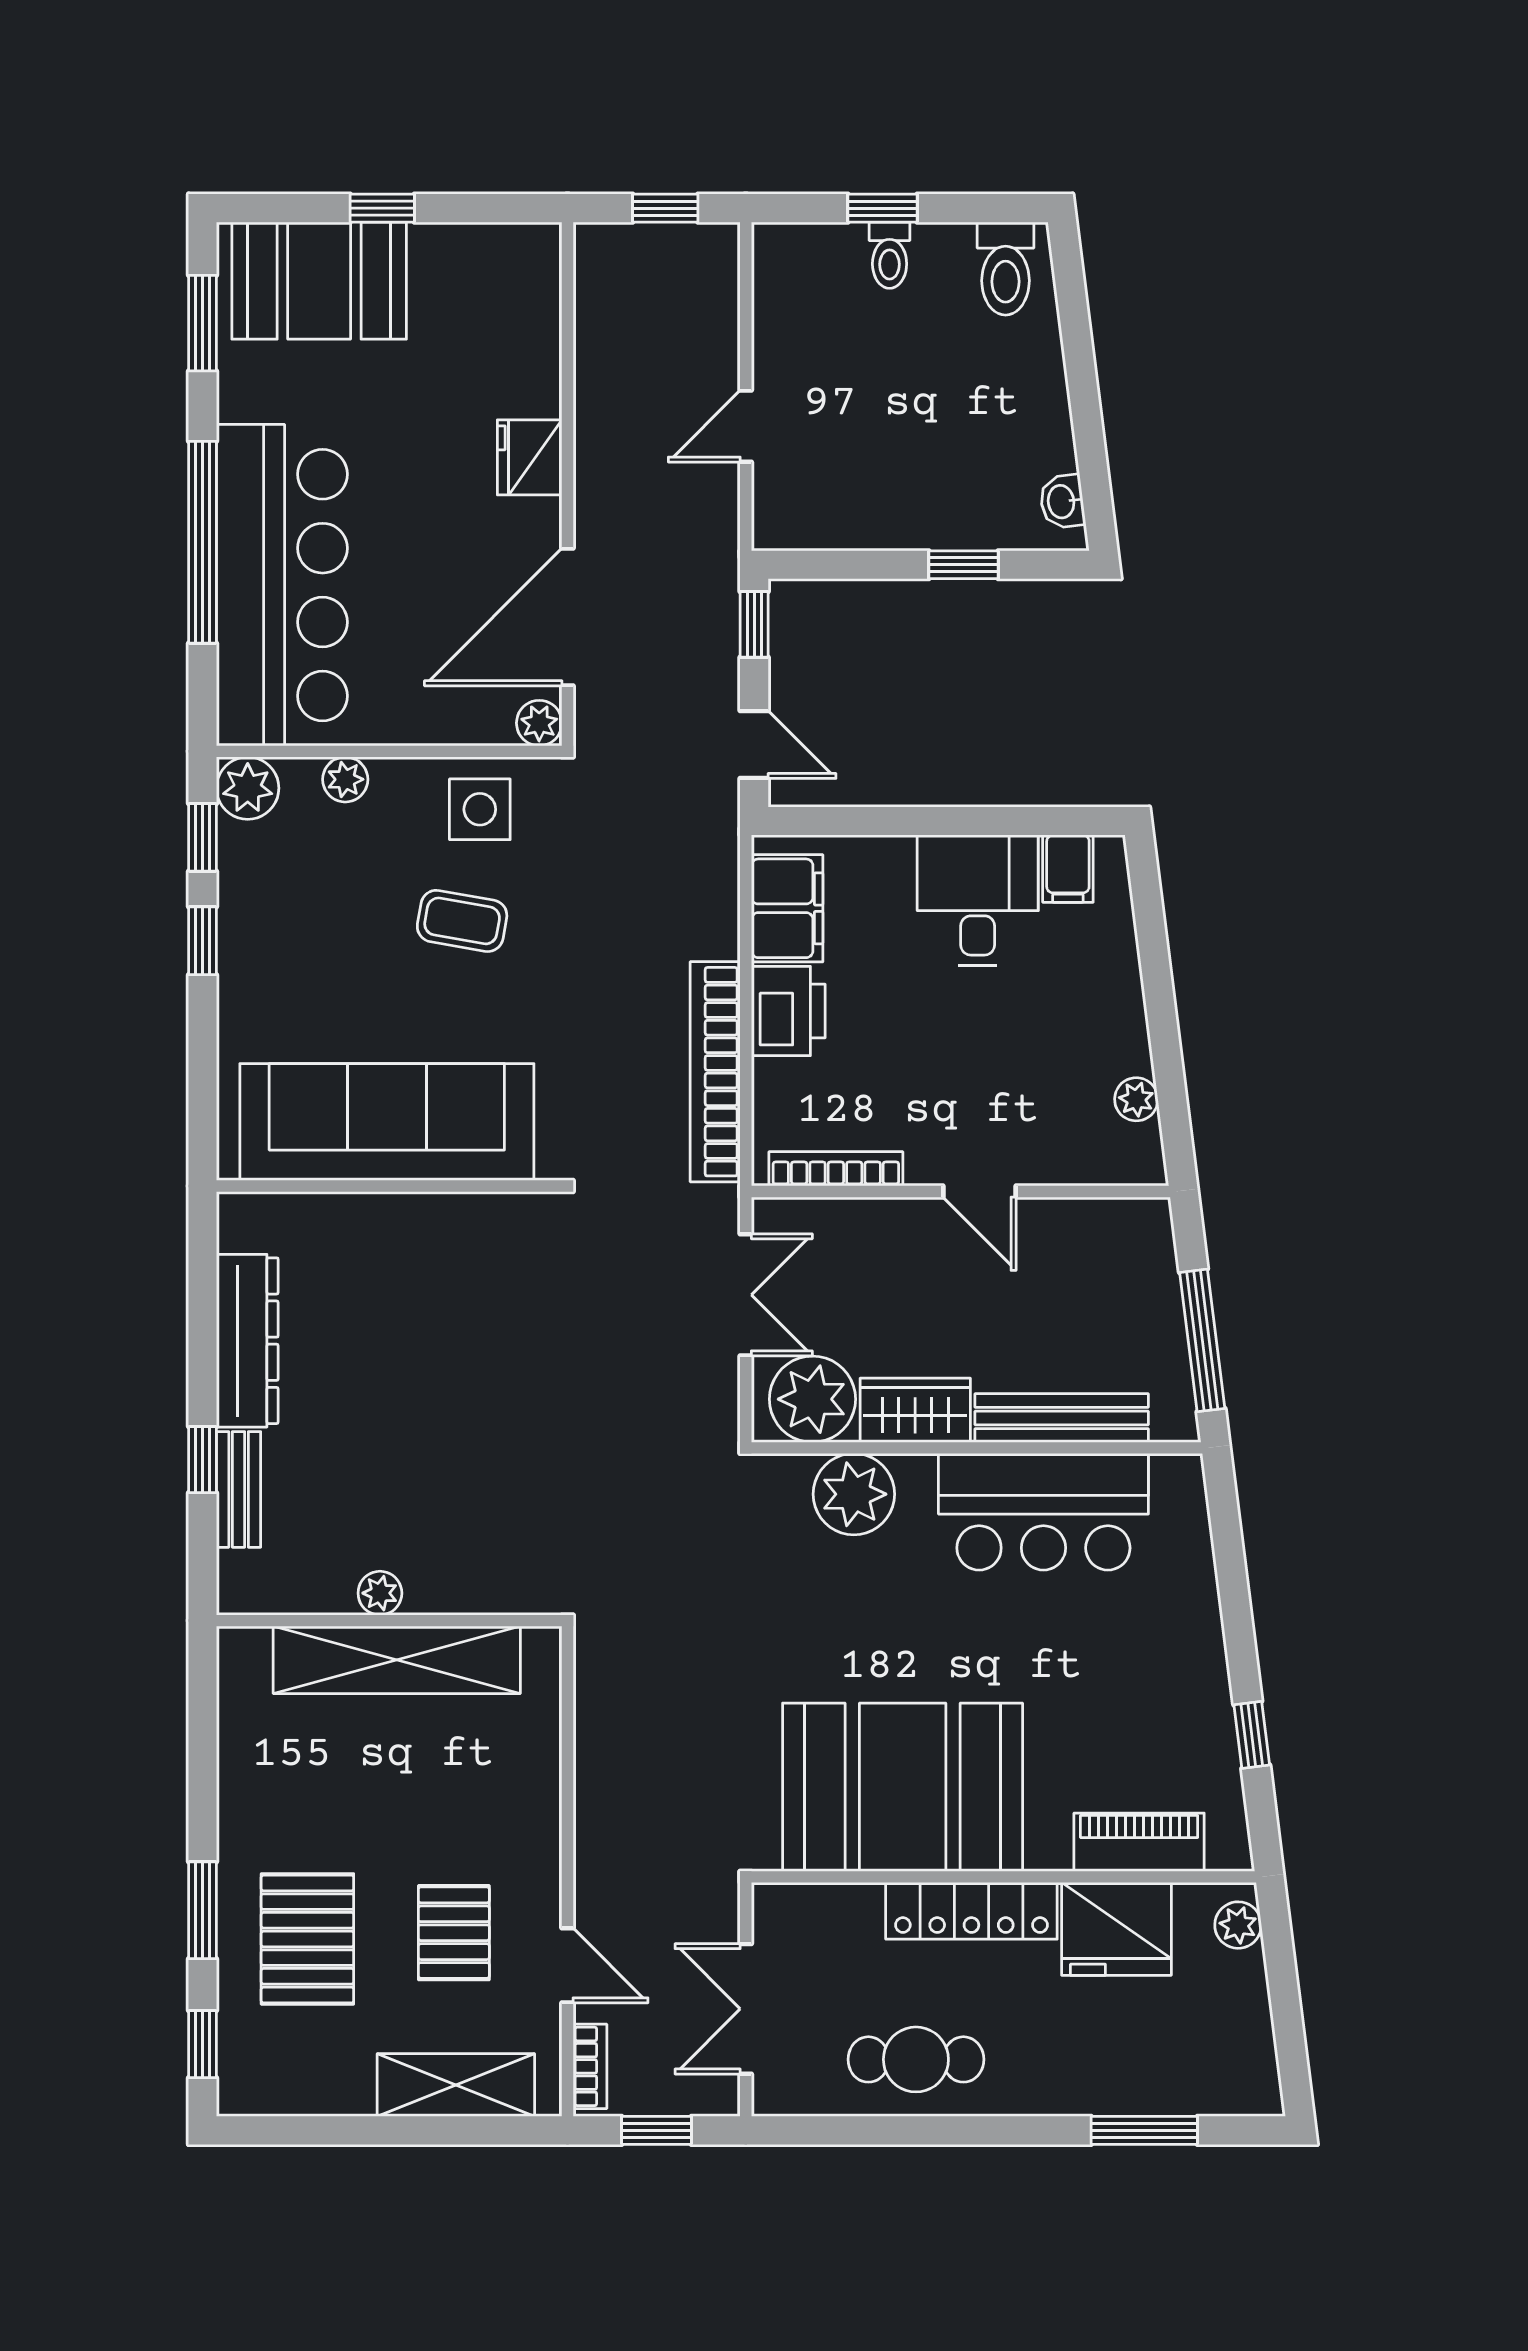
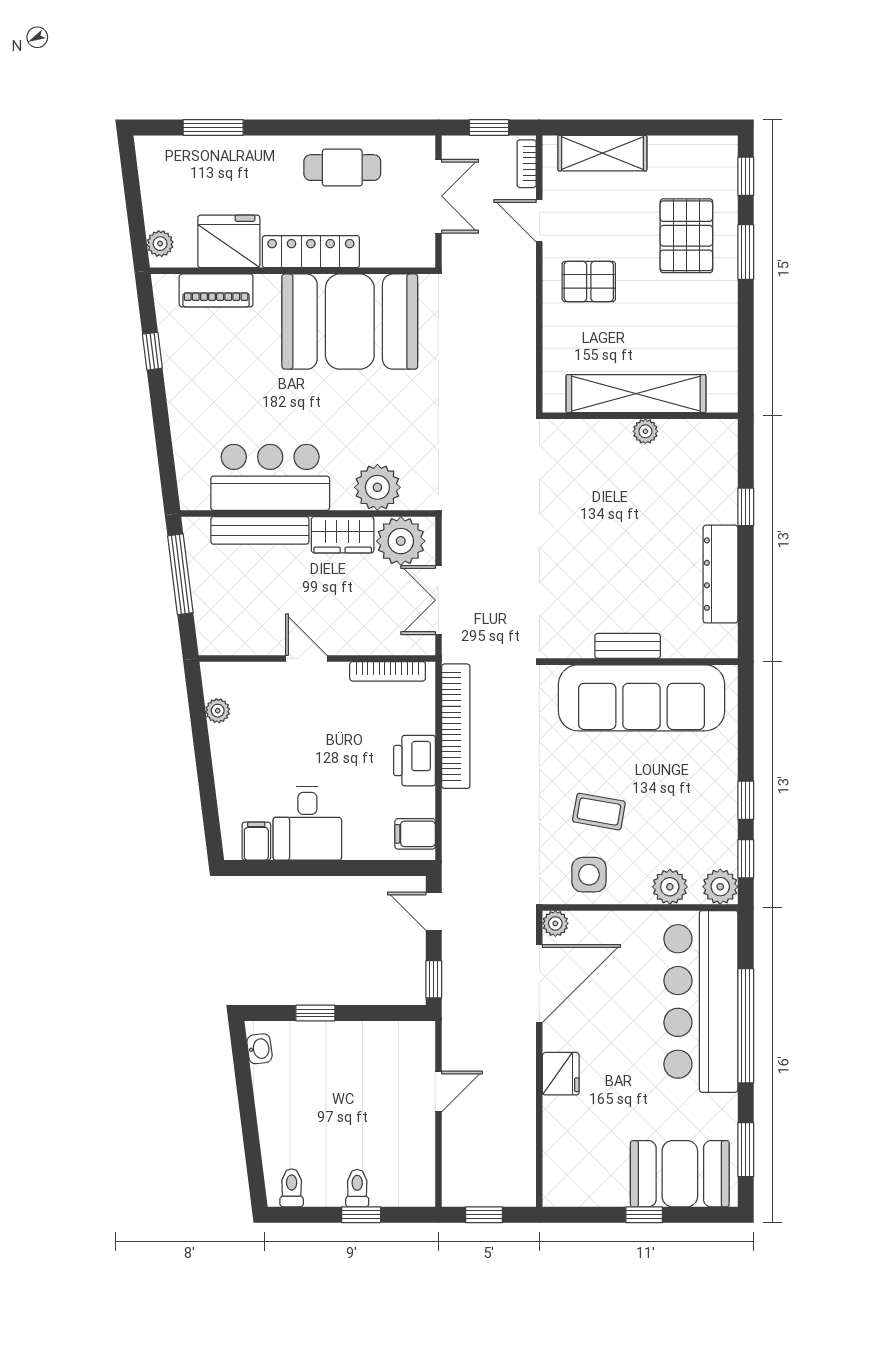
toilet: (1006, 269) -> (292, 1188), width x0.73, depth x0.72
plant: (345, 779) -> (670, 887), width x1.38, depth x1.38
filing cabinet: (787, 908) -> (415, 834), width x0.50
bench: (239, 1489) -> (628, 646), moved, turned 90
pallet: (454, 1933) -> (589, 282), moved, turned 90

